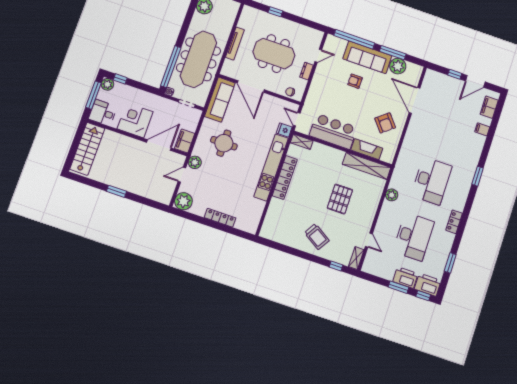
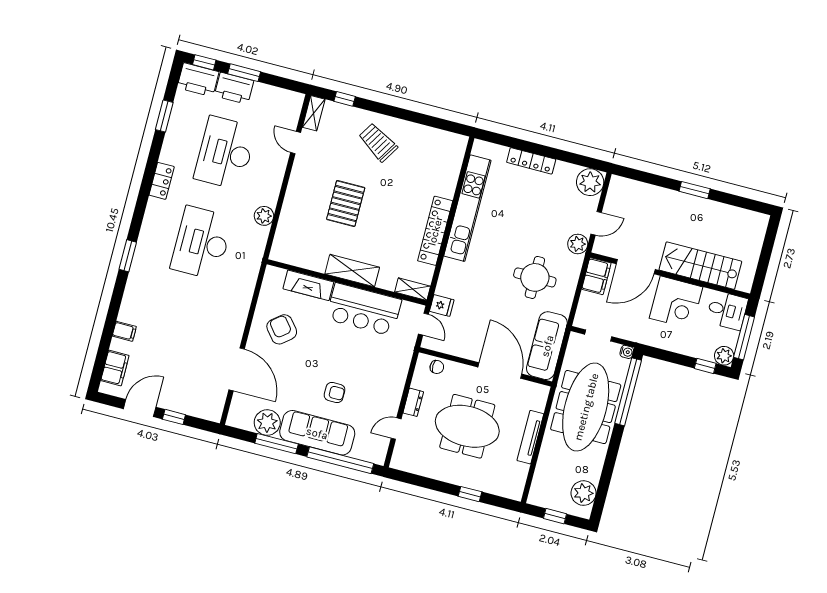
stairs: (87, 149) -> (700, 266), moved, turned 90
shelving: (367, 166) -> (352, 271), moved, width x0.68
kitchen unit: (271, 167) -> (467, 208), moved

